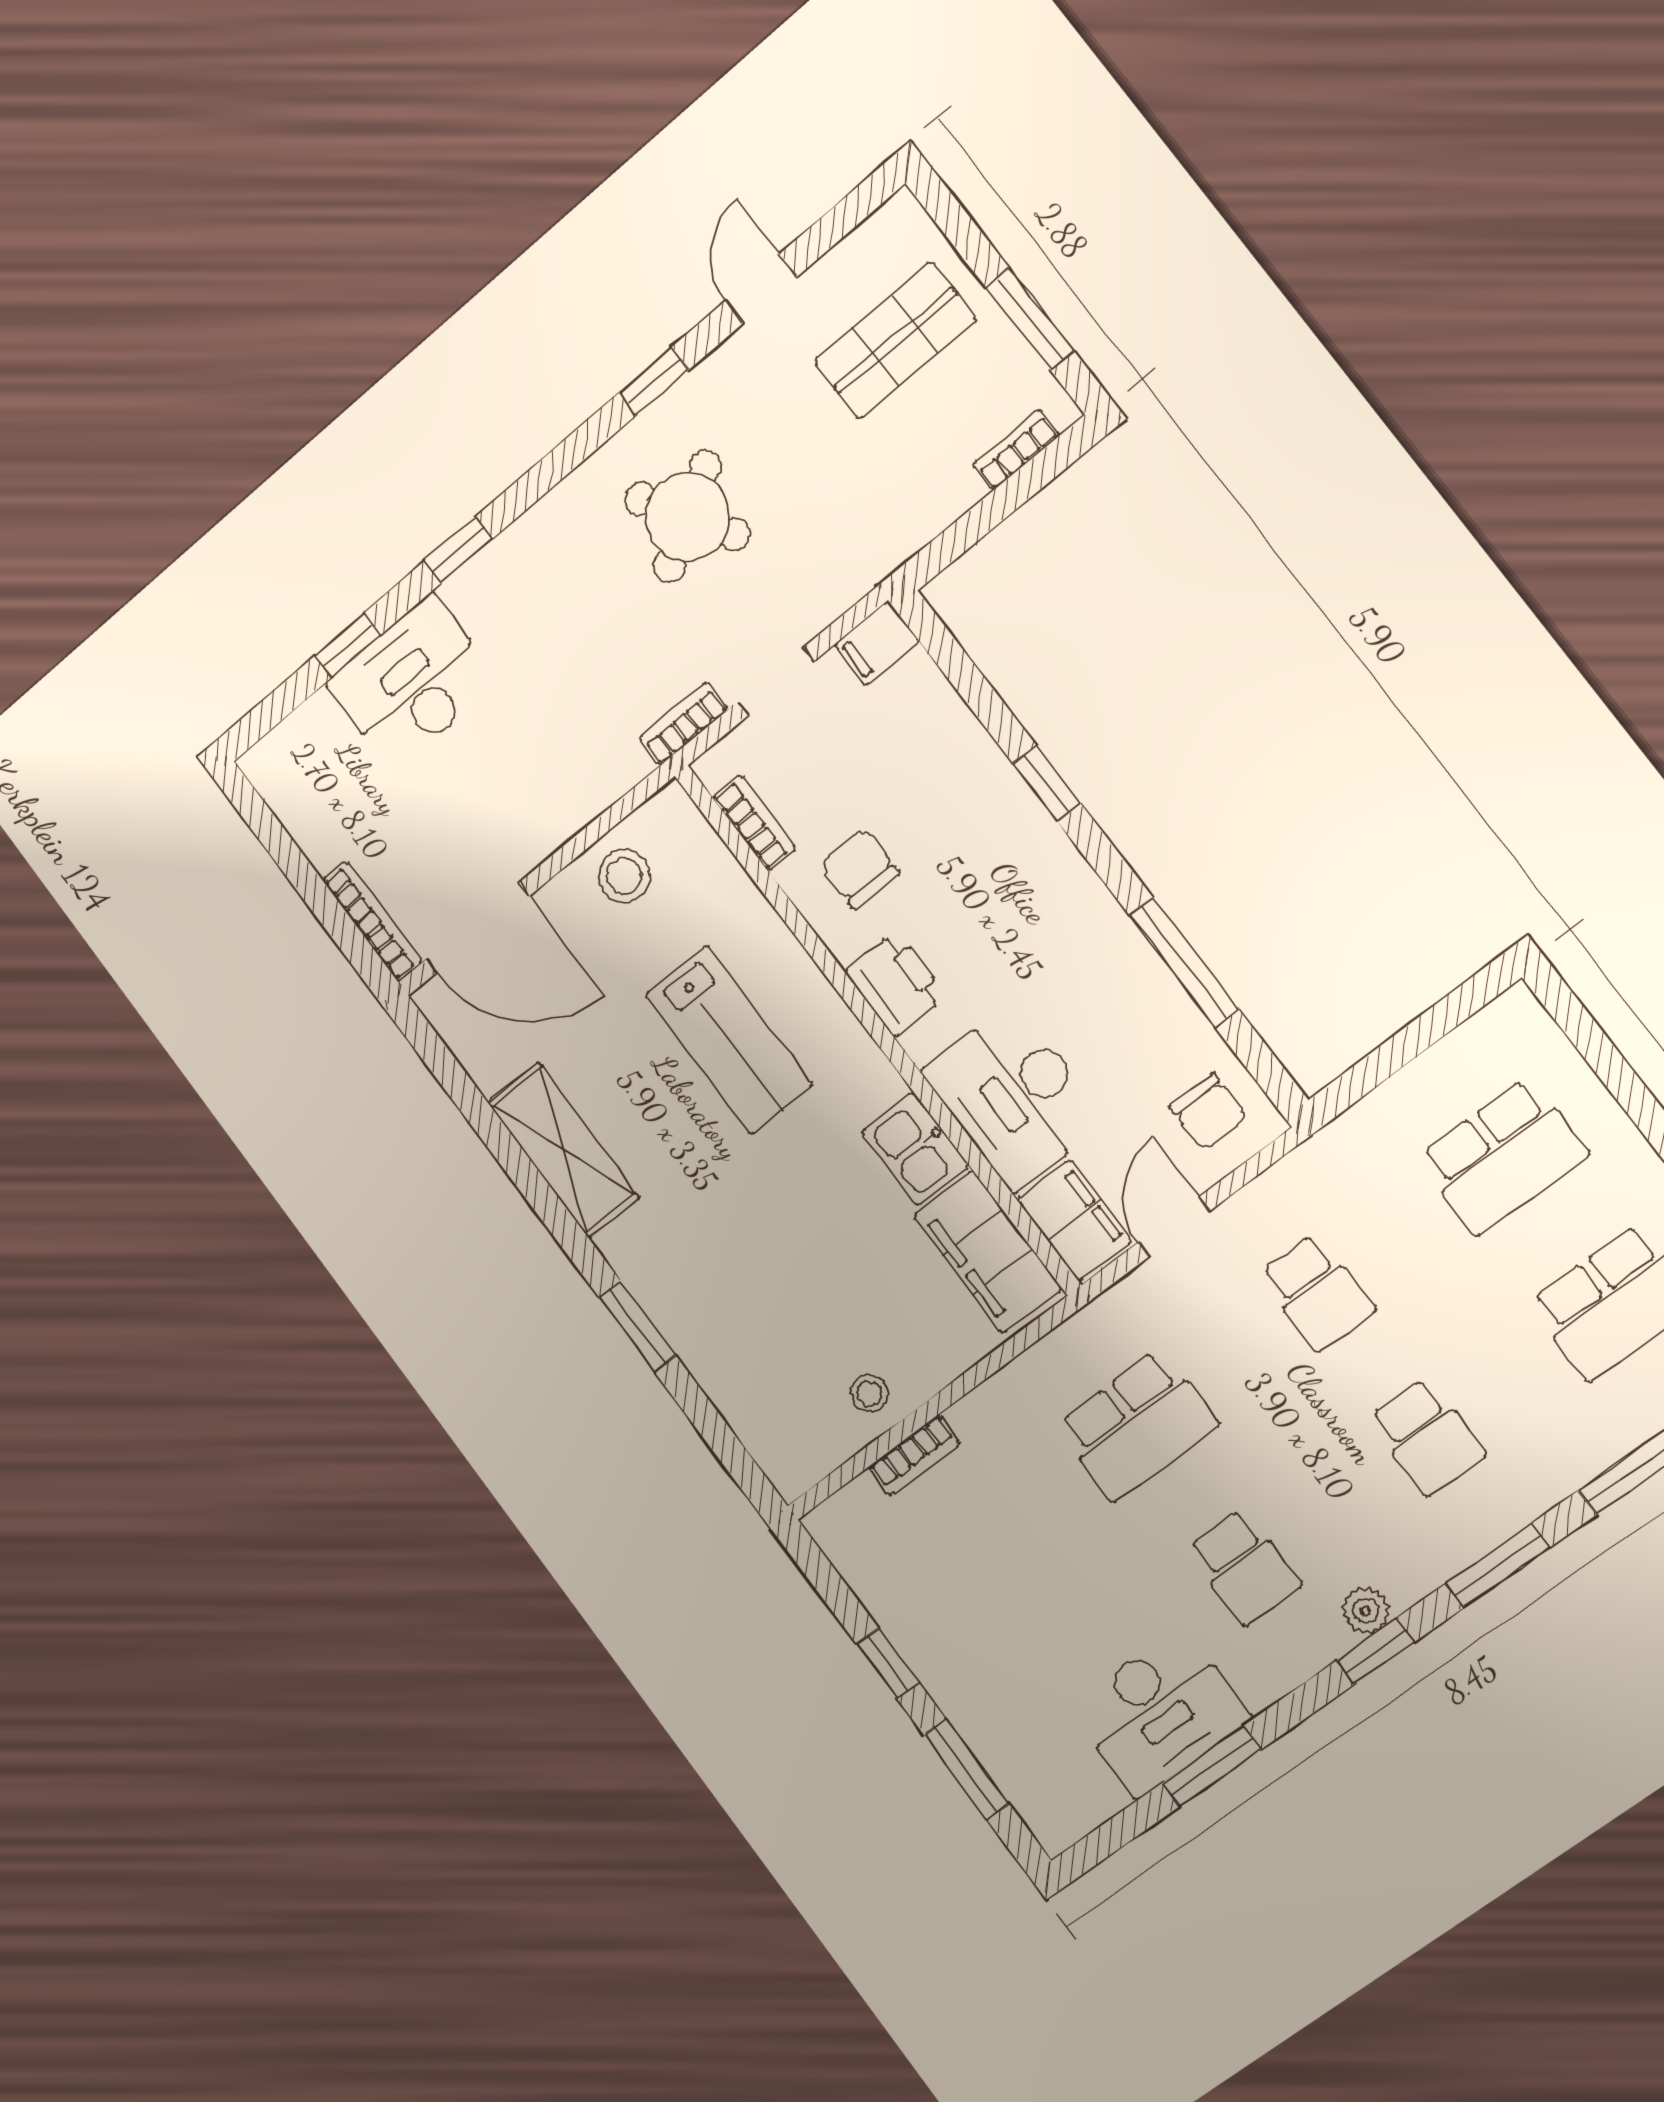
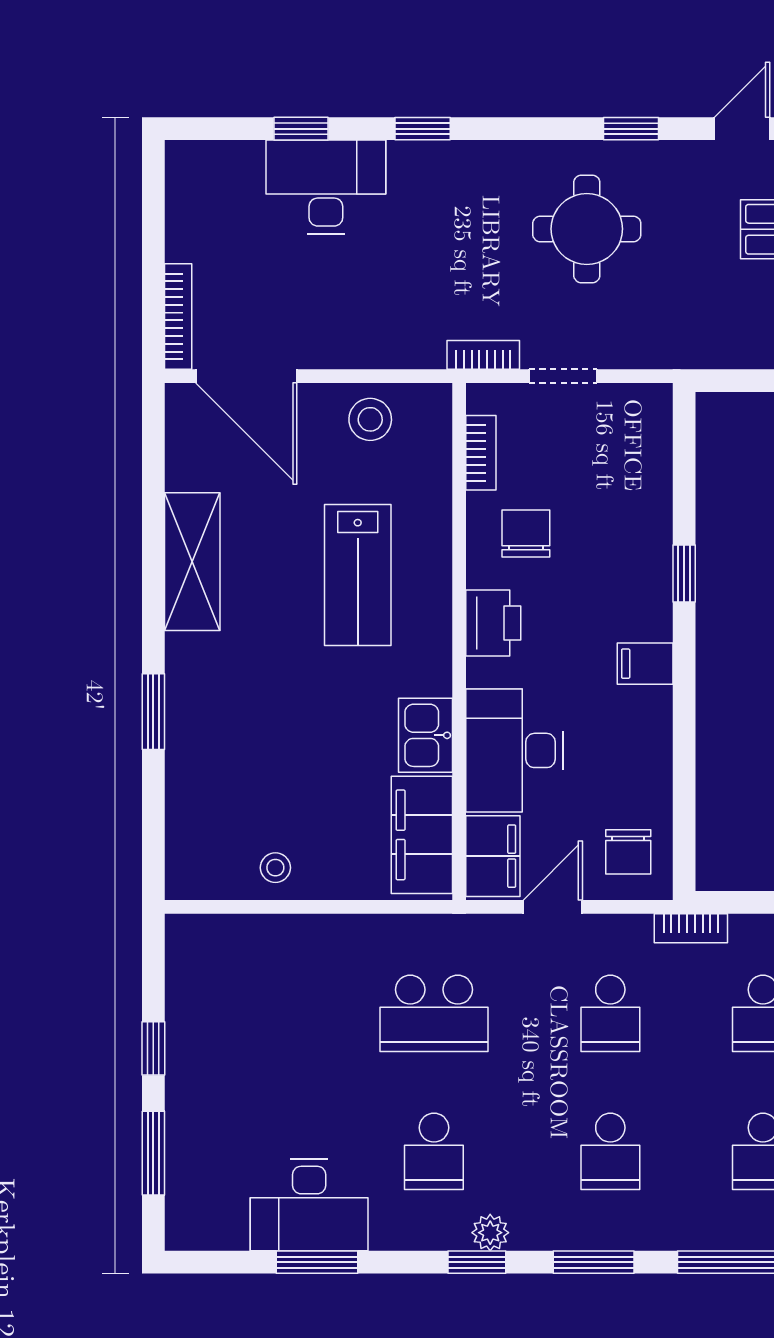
round table: (687, 516) -> (587, 229), turned 31
filing cabinet: (877, 643) -> (645, 664), moved
window: (1184, 962) -> (684, 749), removed
bookcase: (914, 1455) -> (691, 928), moved

